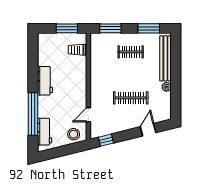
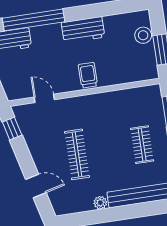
trolley: (77, 50) -> (88, 75), moved
stool: (74, 134) -> (143, 35), moved

